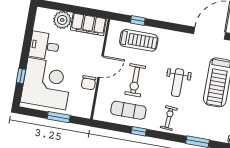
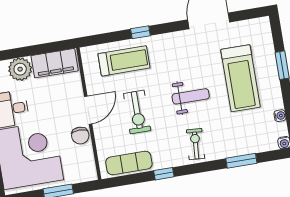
window: (138, 20) -> (140, 32), moved
weight bench: (178, 83) -> (191, 96), turned -90
exercise mat: (128, 110) -> (129, 163), moved

